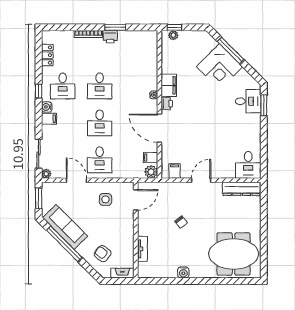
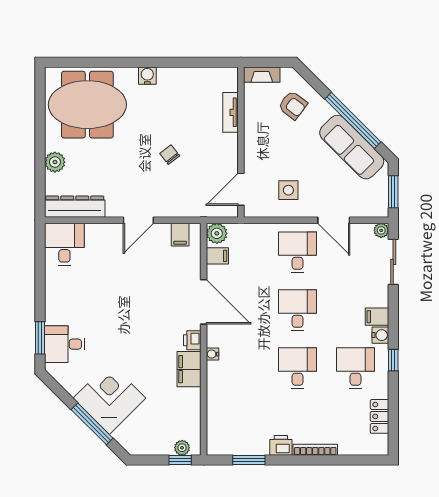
window: (115, 27) -> (249, 460), moved
plant: (254, 217) -> (55, 162), added
water cooler: (183, 272) -> (147, 76), moved

